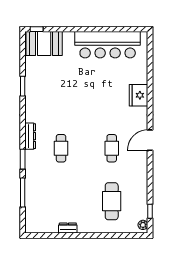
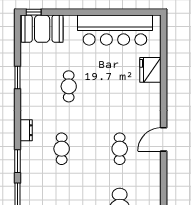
cafe table: (67, 94) -> (69, 86), added
fridge: (138, 95) -> (150, 70), moved
dresser: (30, 136) -> (26, 130), width x0.70

